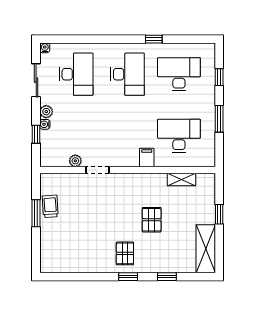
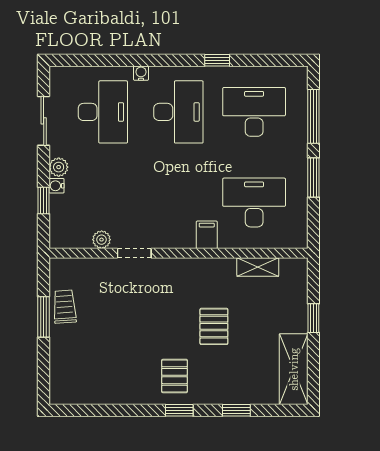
water cooler: (45, 48) -> (141, 73), moved
window: (219, 77) -> (313, 116), width x2.17

